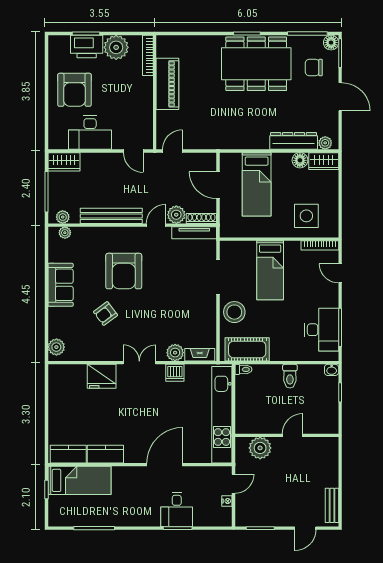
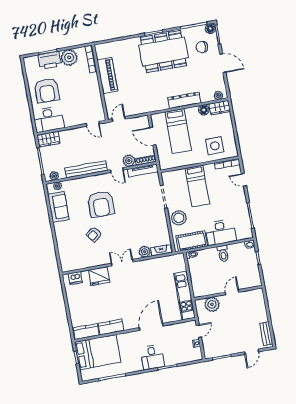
desk: (90, 133) -> (49, 119), moved
dresser: (294, 141) -> (184, 100), moved
door: (156, 225) -> (117, 170), swing flipped
sofa: (61, 285) -> (58, 207), moved
desk: (322, 330) -> (221, 232), moved, turned 90
plant: (56, 347) -> (66, 262), removed
dishwasher: (175, 373) -> (75, 278), moved
kitchen unit: (222, 415) -> (184, 296), width x0.73
bed: (79, 480) -> (98, 352), width x1.50
desk: (177, 509) -> (152, 357), moved

